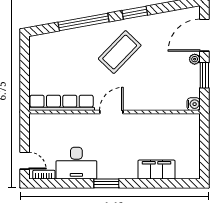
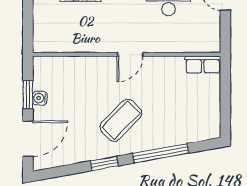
plant: (195, 59) -> (39, 112), removed
row of seats: (62, 103) -> (203, 64), width x0.50
water cooler: (194, 104) -> (40, 98), moved

